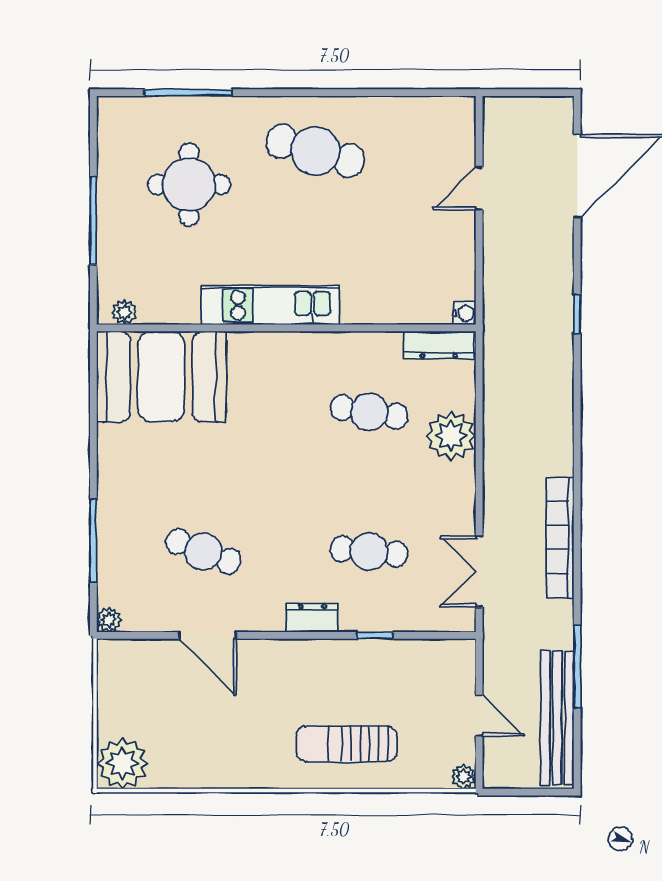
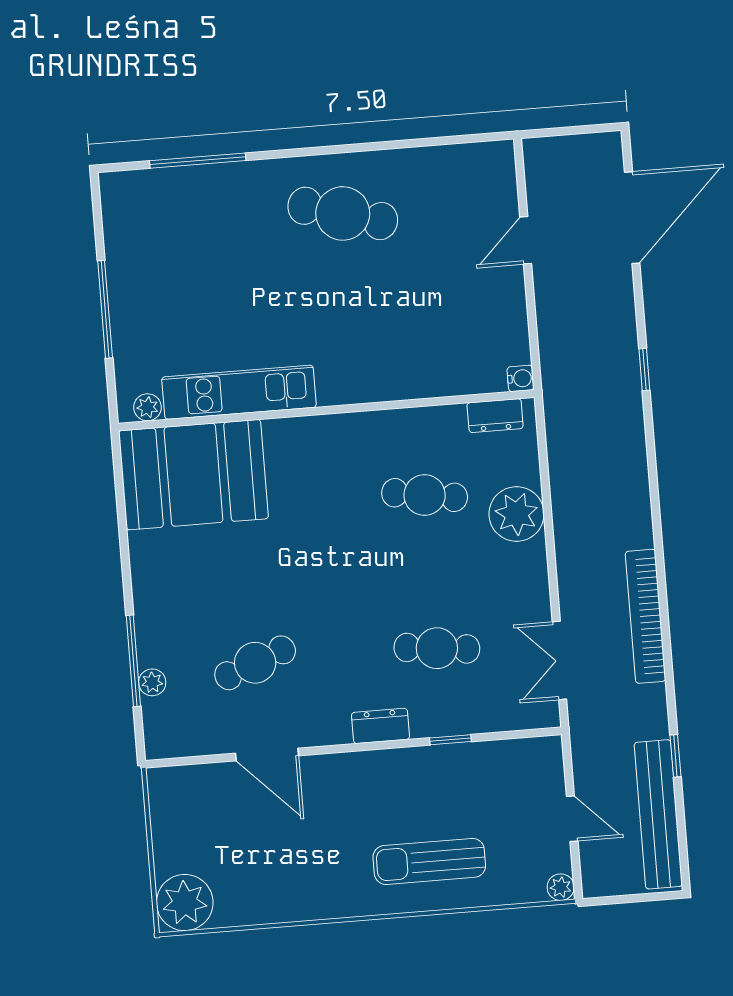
round table: (189, 185) -> (207, 261), removed
kitchen unit: (270, 305) -> (239, 392), moved
dresser: (439, 345) -> (495, 416), width x0.70
cafe table: (203, 551) -> (255, 663), turned -42
plant: (109, 620) -> (152, 682), moved
window: (577, 666) -> (675, 756), width x0.46

